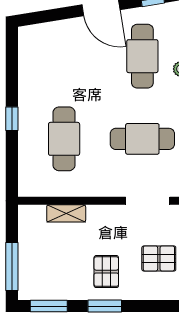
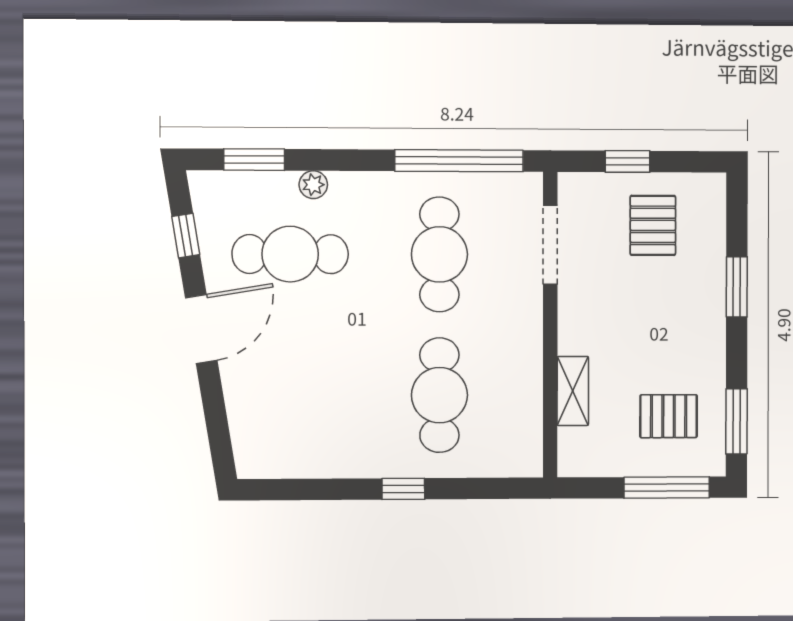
cafe table: (64, 139) -> (439, 395), turned 90
pallet: (106, 272) -> (669, 416), moved
window: (105, 306) -> (737, 287), moved

